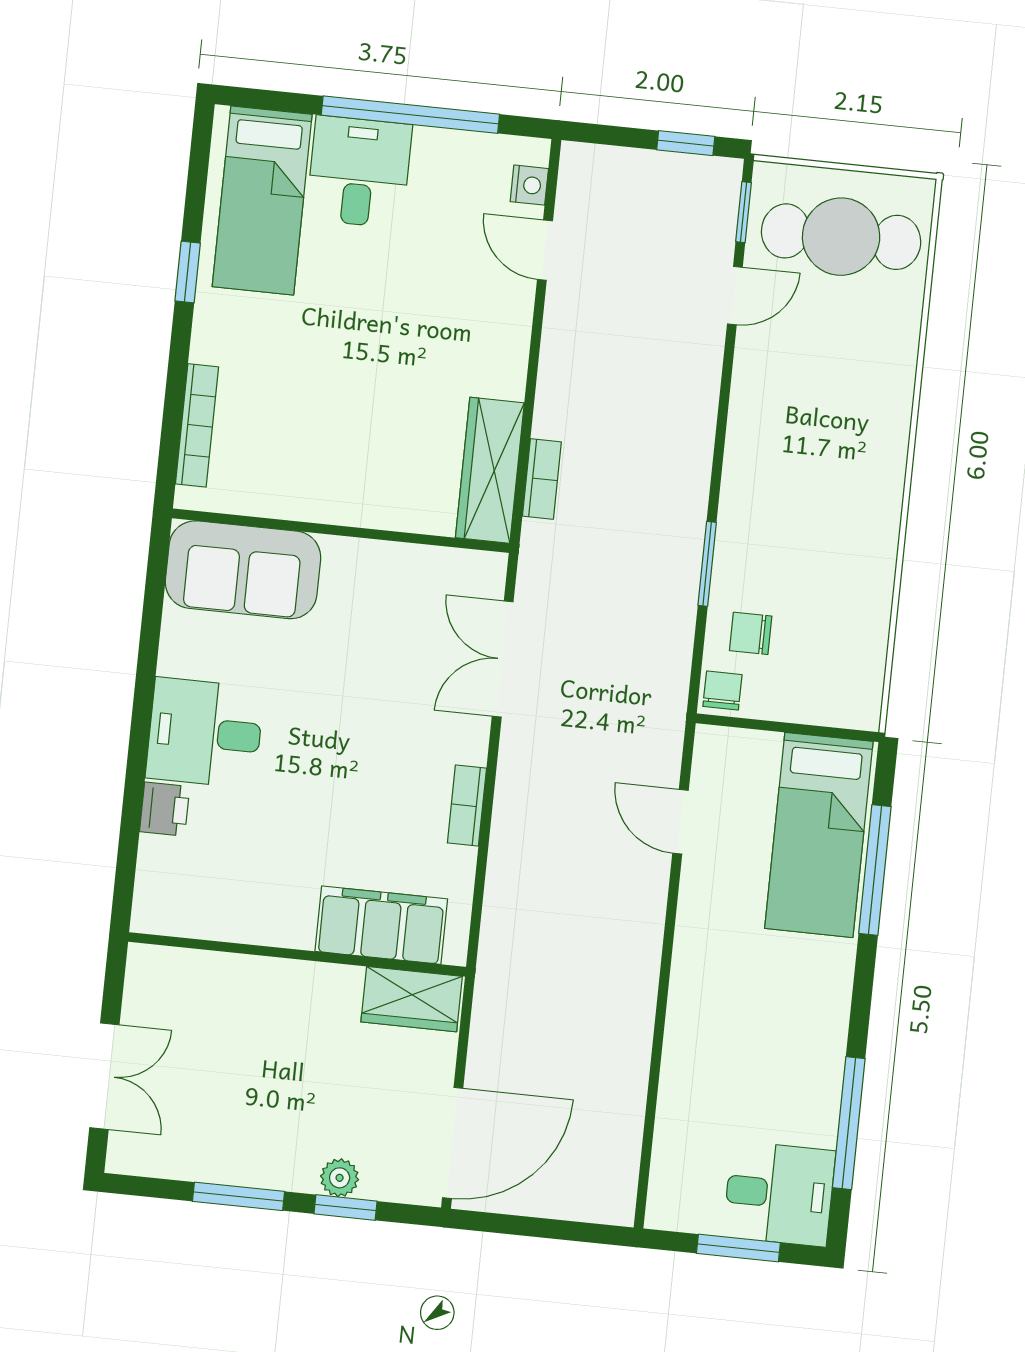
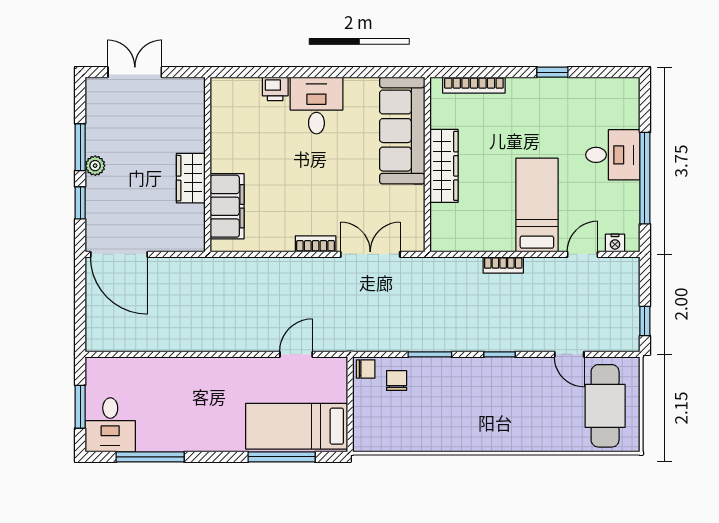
bed: (262, 200) -> (537, 205), moved, turned 90
window: (743, 212) -> (499, 354), moved
wardrobe: (490, 470) -> (444, 166), moved, turned 90
bookcase: (542, 479) -> (503, 265), moved
sofa: (243, 570) -> (402, 131), width x1.36
bookcase: (467, 806) -> (316, 244), moved
wardrobe: (412, 999) -> (191, 178), moved
double door: (104, 1076) -> (135, 72), swing flipped
plant: (340, 1178) -> (95, 166), moved

